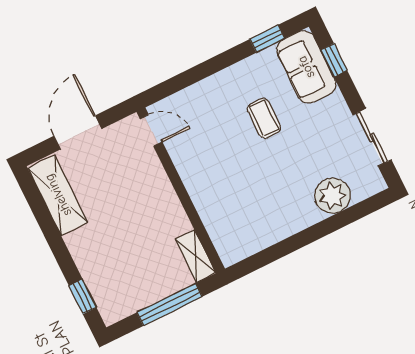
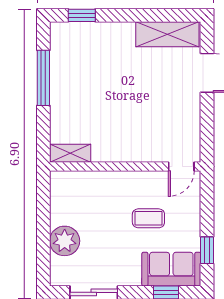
door: (151, 130) -> (181, 166), moved
wall: (181, 190) -> (125, 166), moved
shelving: (195, 256) -> (70, 153), moved

